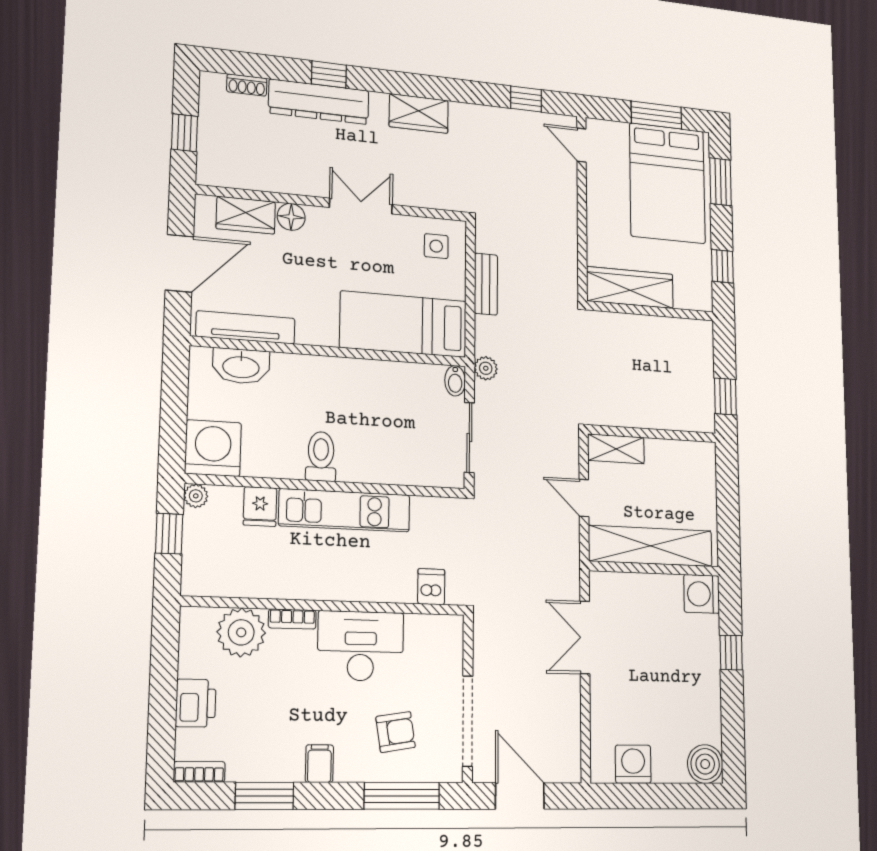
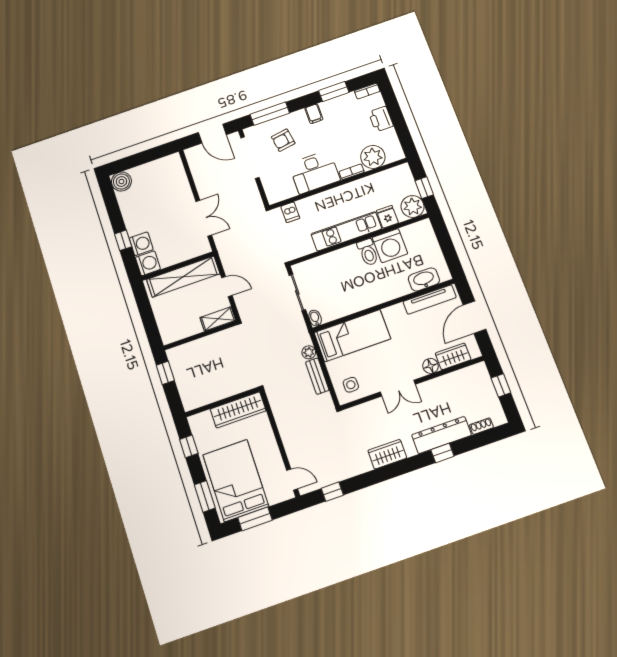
plant: (486, 368) -> (309, 352), moved
washing machine: (213, 448) -> (390, 246), moved
plant: (196, 496) -> (413, 206), width x1.88, depth x1.88
washing machine: (633, 764) -> (141, 244), moved, turned -90

